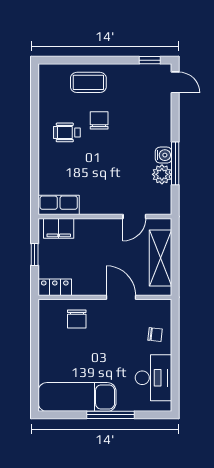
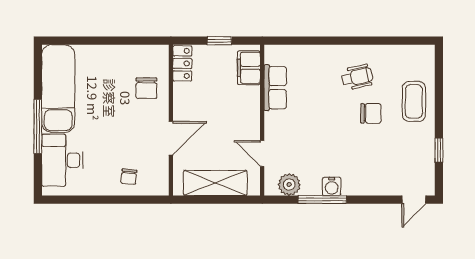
window: (150, 60) -> (439, 150), moved
wheelchair: (67, 132) -> (357, 77), turned 77
plant: (162, 174) -> (289, 185), moved
row of seats: (59, 205) -> (275, 88), moved
chair: (77, 319) -> (146, 88), turned -90
desk: (154, 378) -> (62, 160), moved, turned 90

